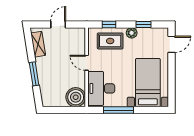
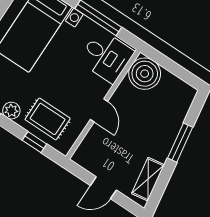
desk: (101, 88) -> (106, 56), width x0.73

